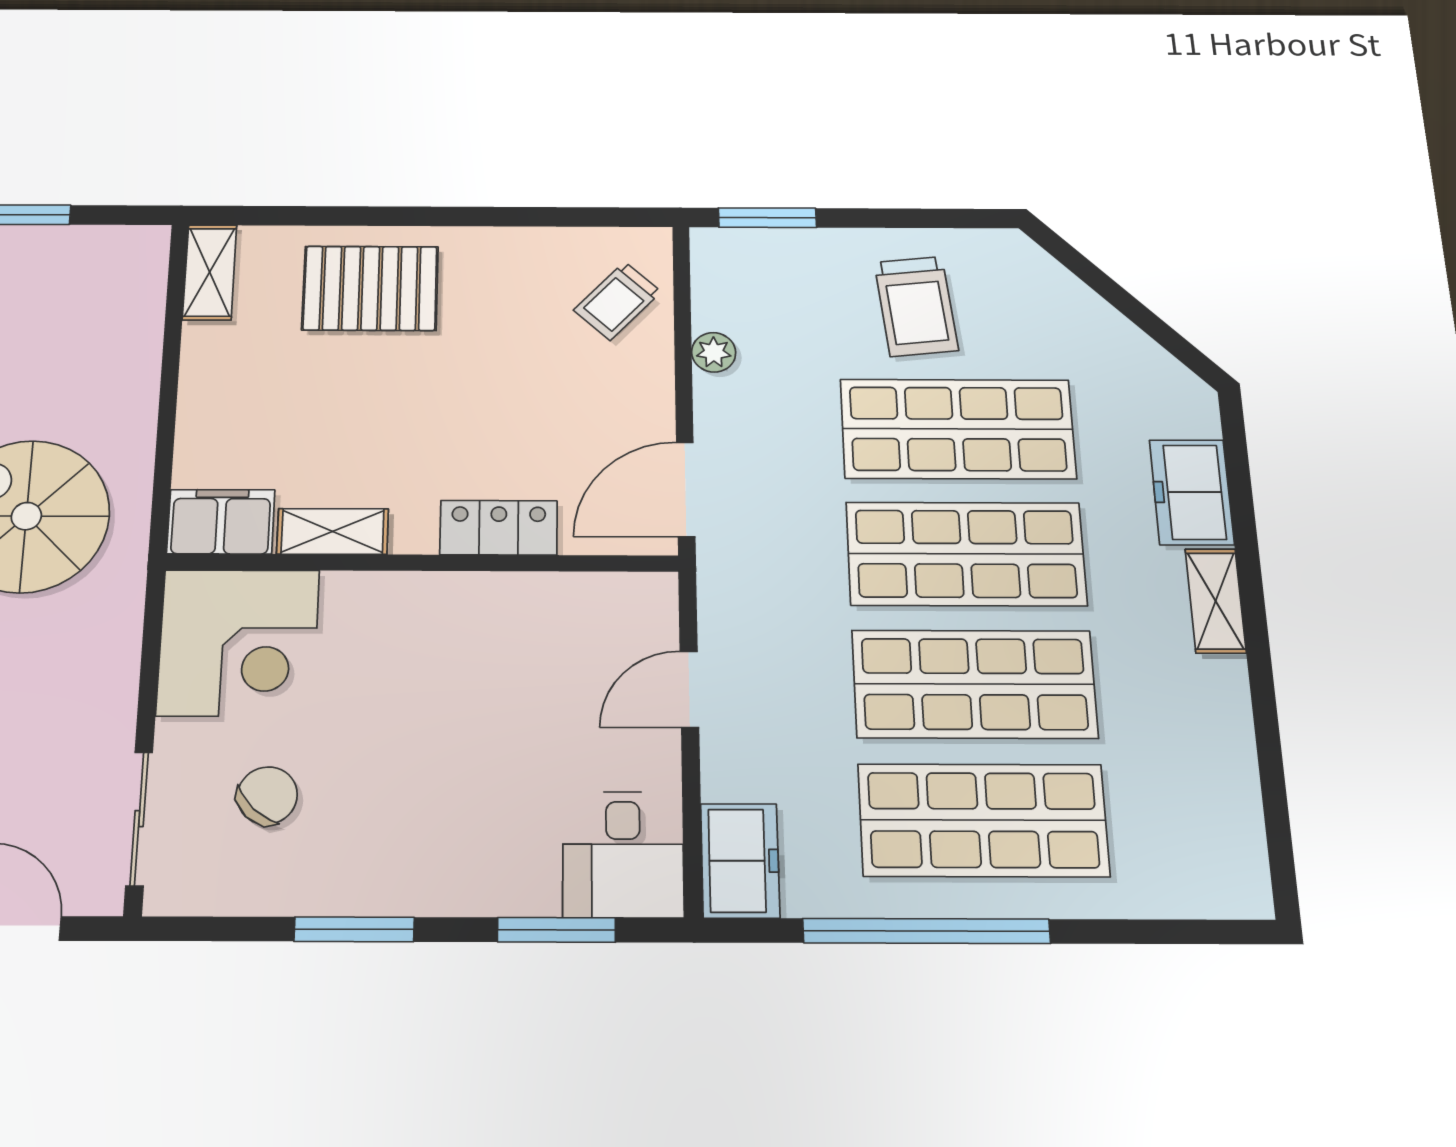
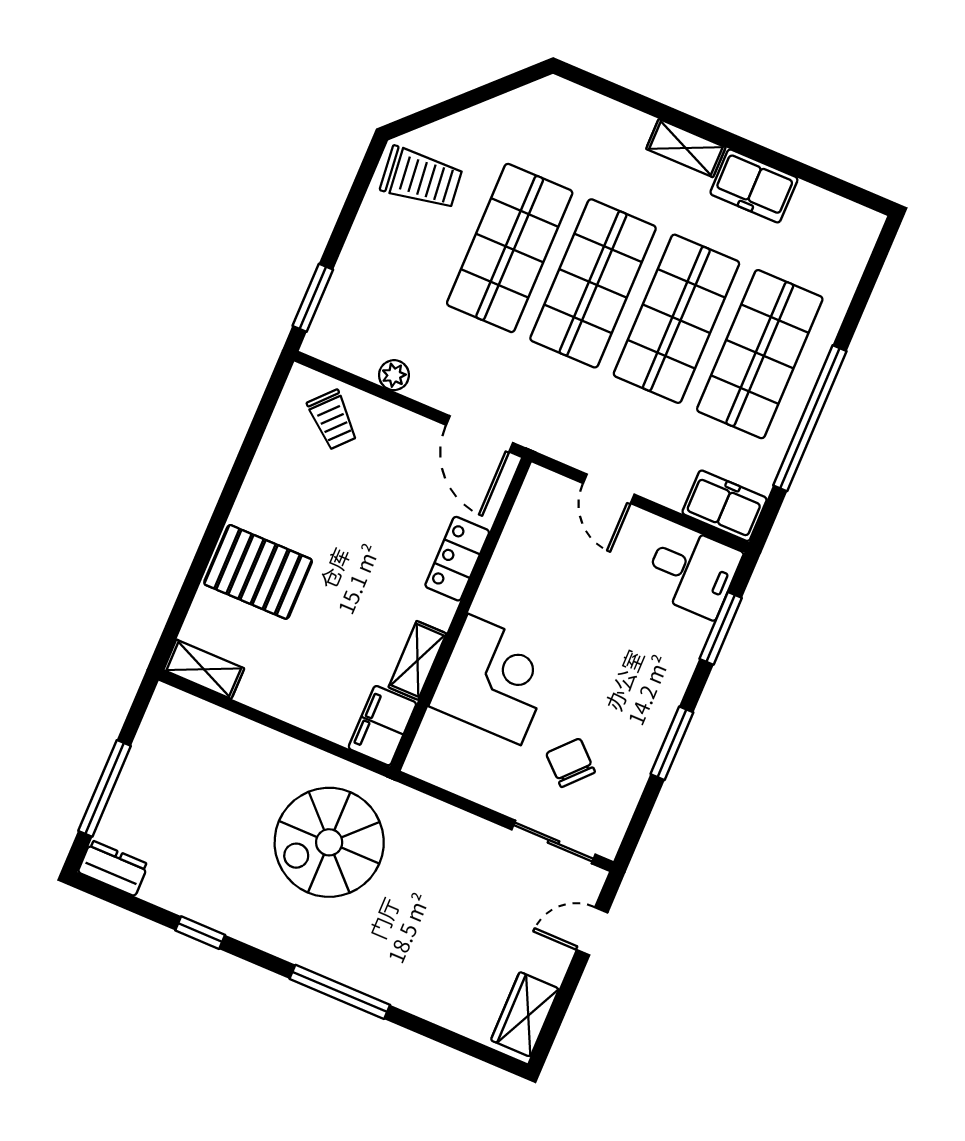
pallet: (370, 288) -> (258, 572), turned 90
trolley: (916, 306) -> (421, 178), moved
freezer: (1192, 492) -> (754, 186), moved
corner desk: (238, 642) -> (494, 679), moved

